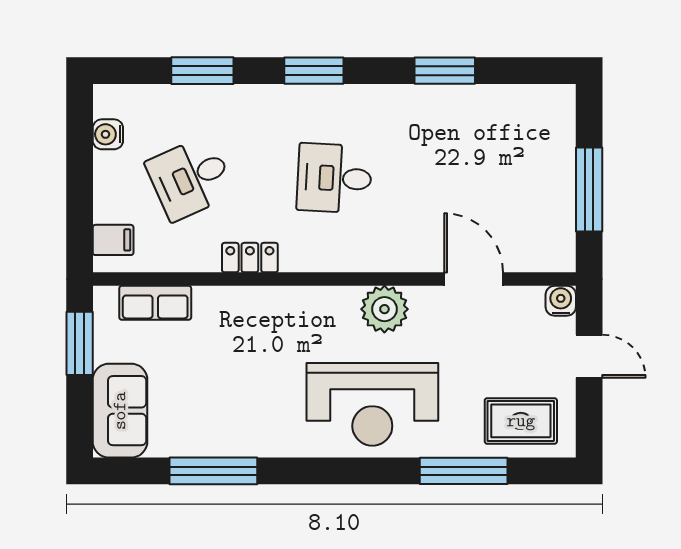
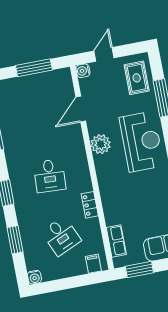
water cooler: (108, 134) -> (34, 277), moved

